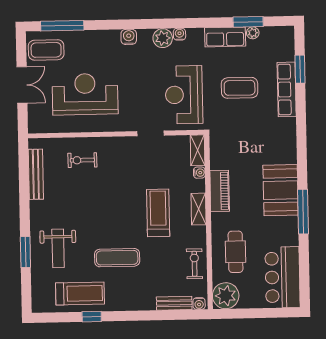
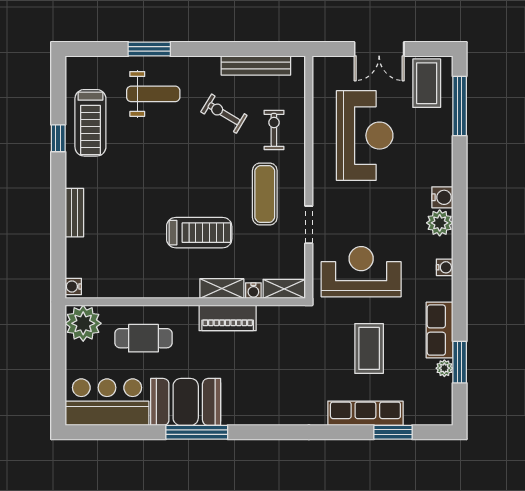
plant: (163, 38) -> (440, 223), moved
booth: (281, 190) -> (186, 402), moved
shelving: (199, 209) -> (222, 289), moved
weight bench: (58, 248) -> (153, 94), turned 180
exercise mat: (117, 258) -> (265, 194), moved
exercise bike: (194, 264) -> (224, 114), moved, turned -149
bench: (174, 303) -> (74, 213), moved

